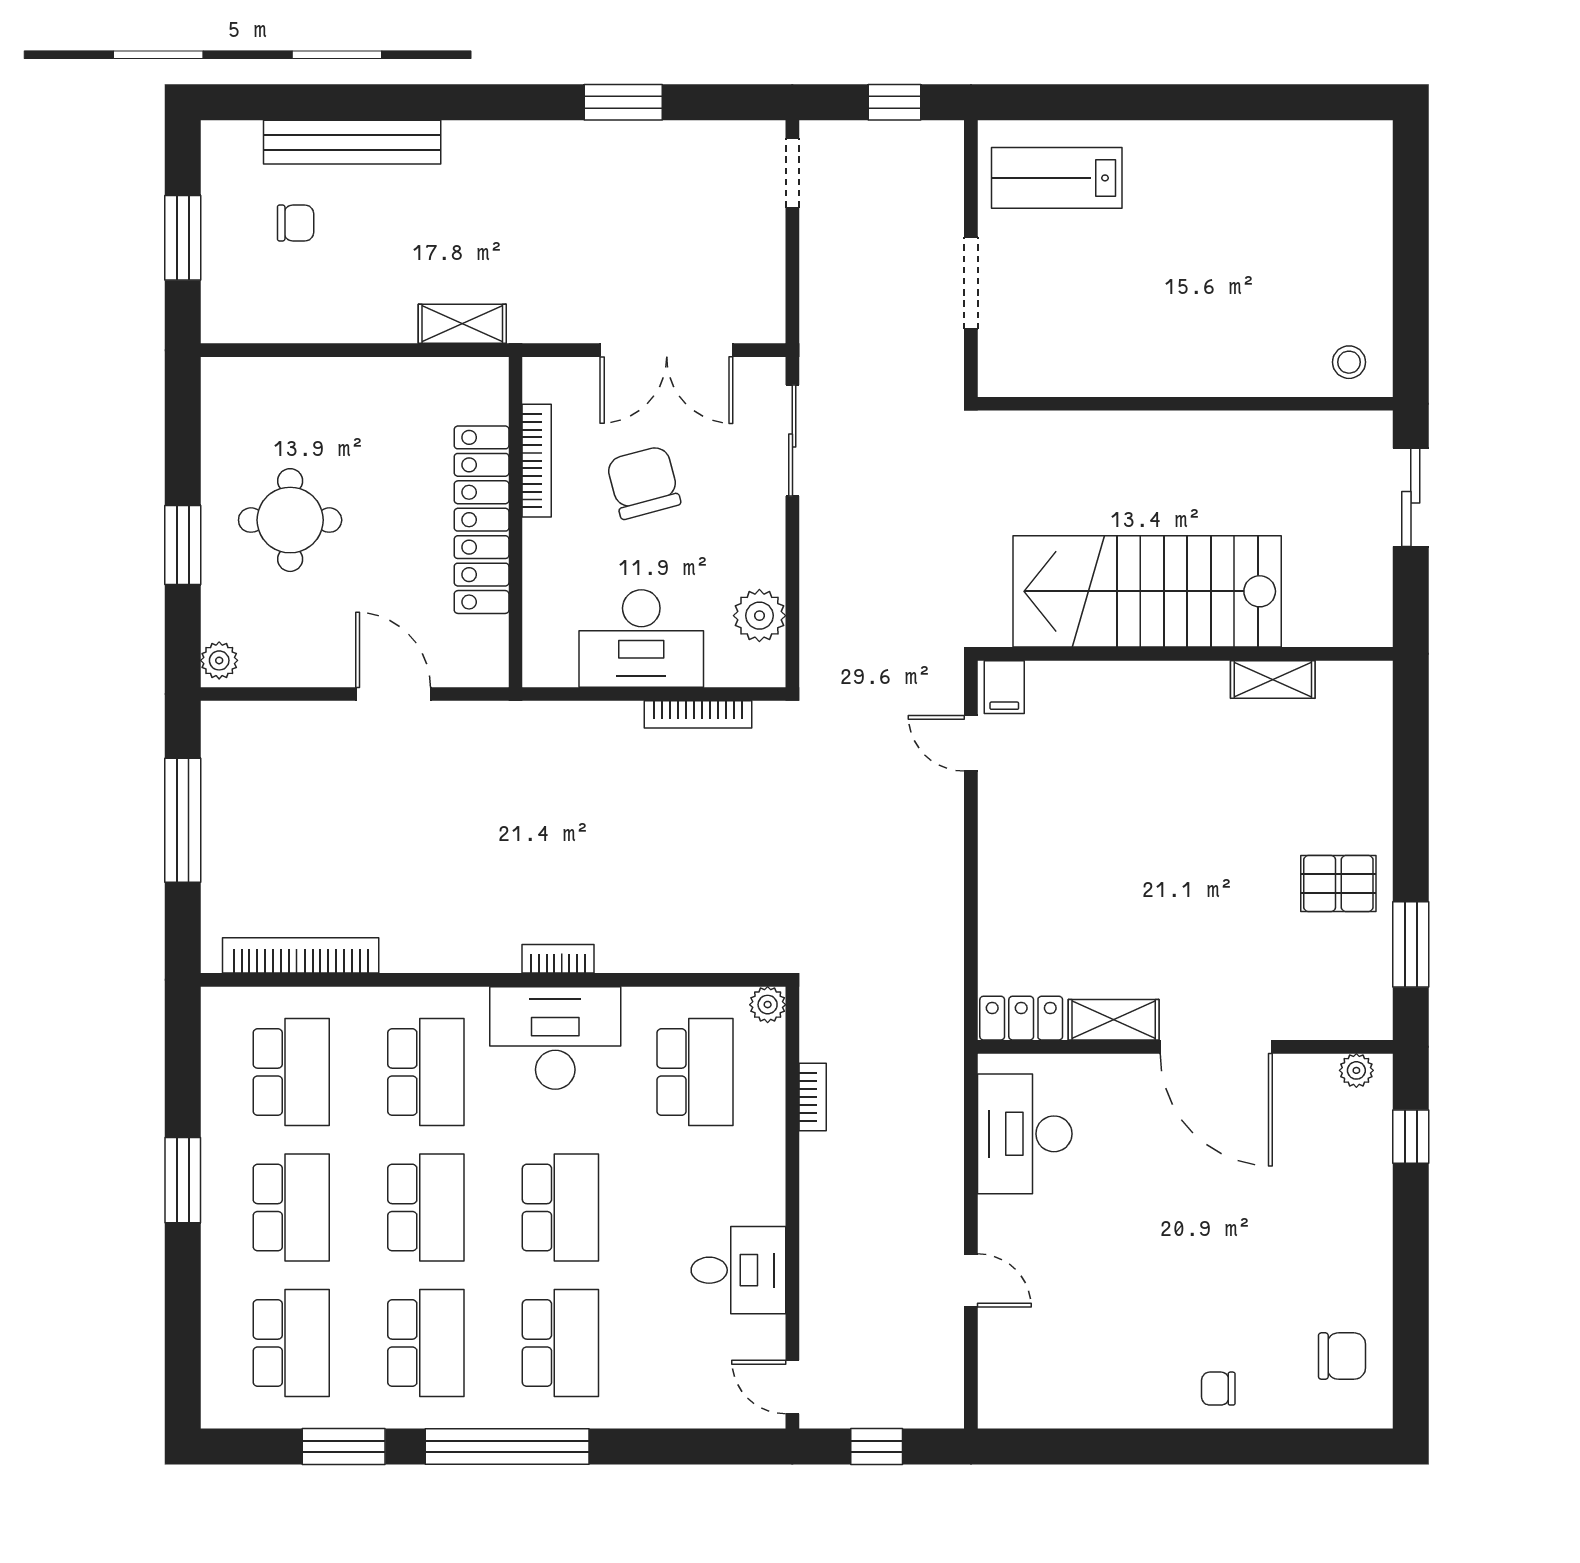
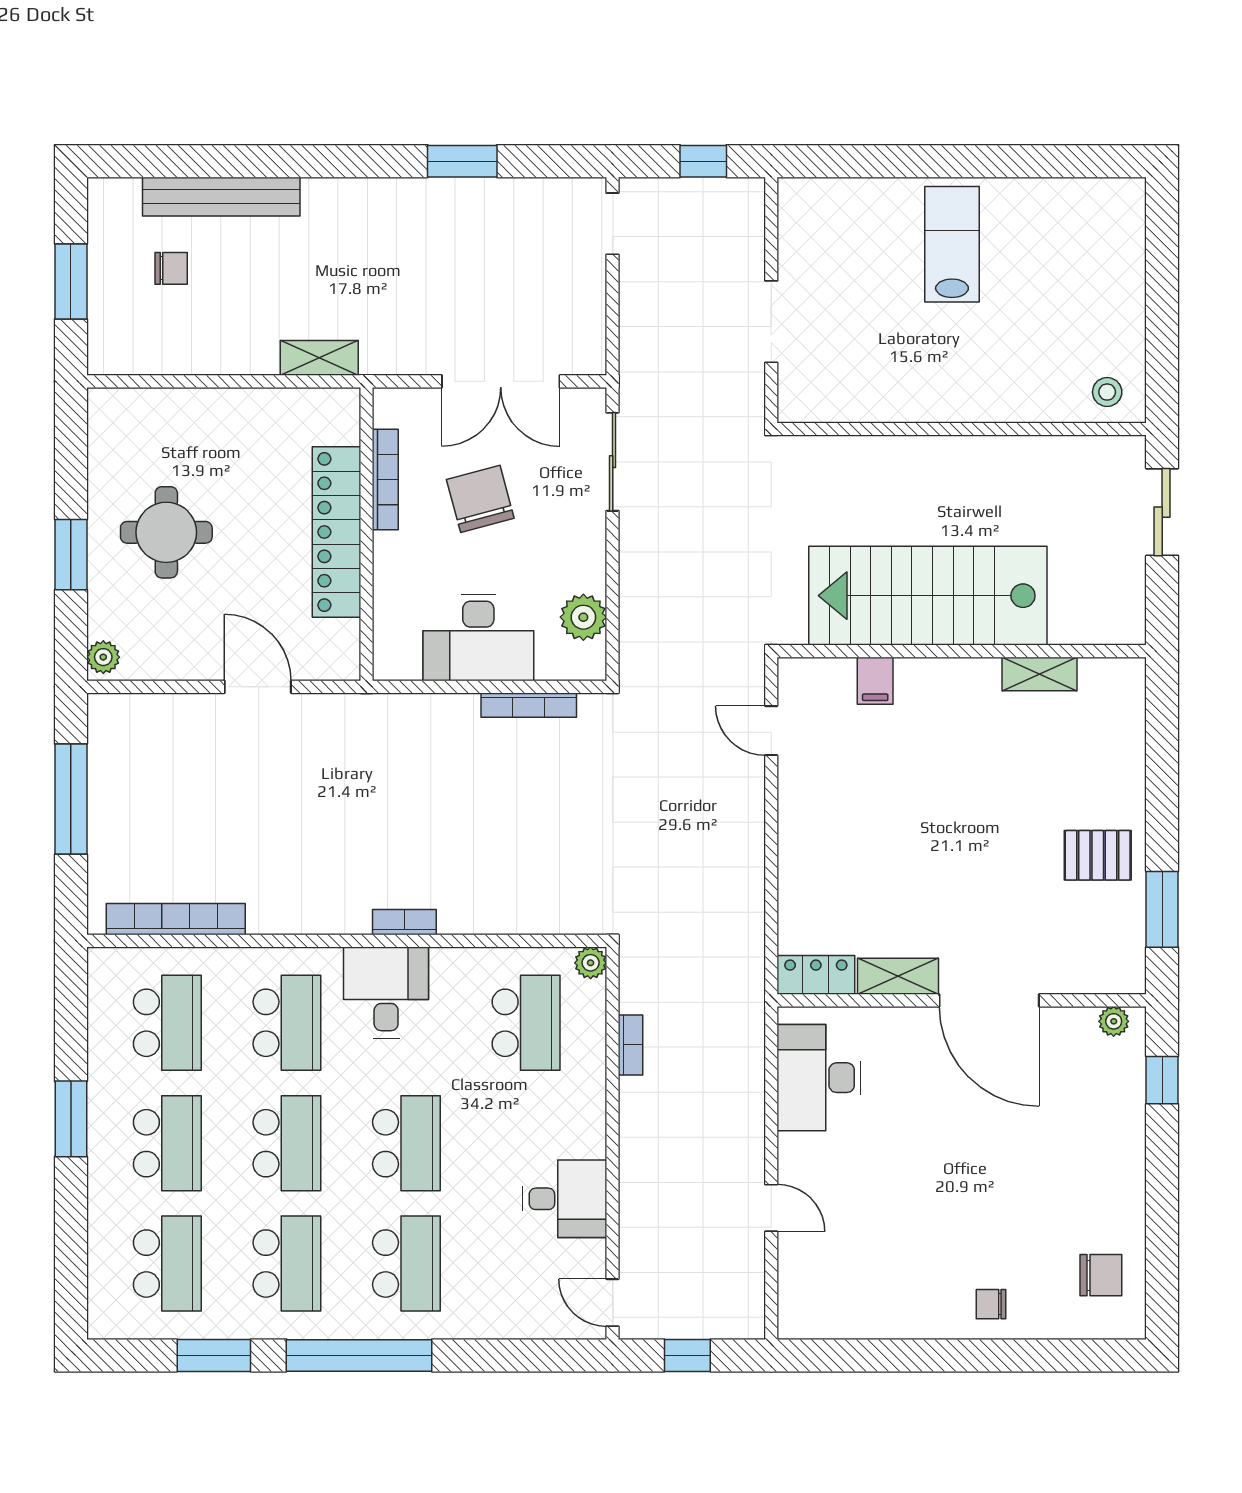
lab bench: (1057, 178) -> (952, 244), moved, turned 90
filing cabinet: (1004, 687) -> (875, 681), moved
desk: (555, 1038) -> (386, 992), width x0.73

